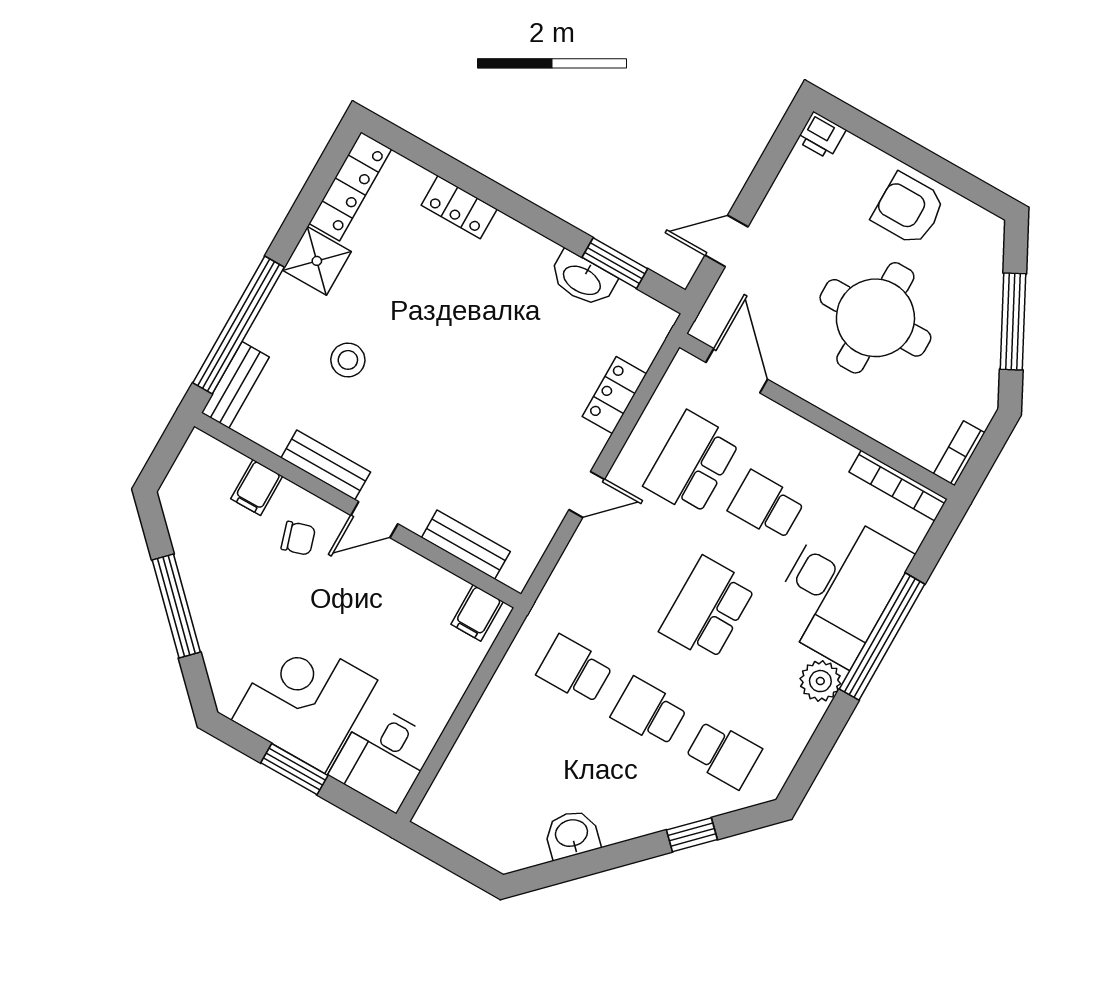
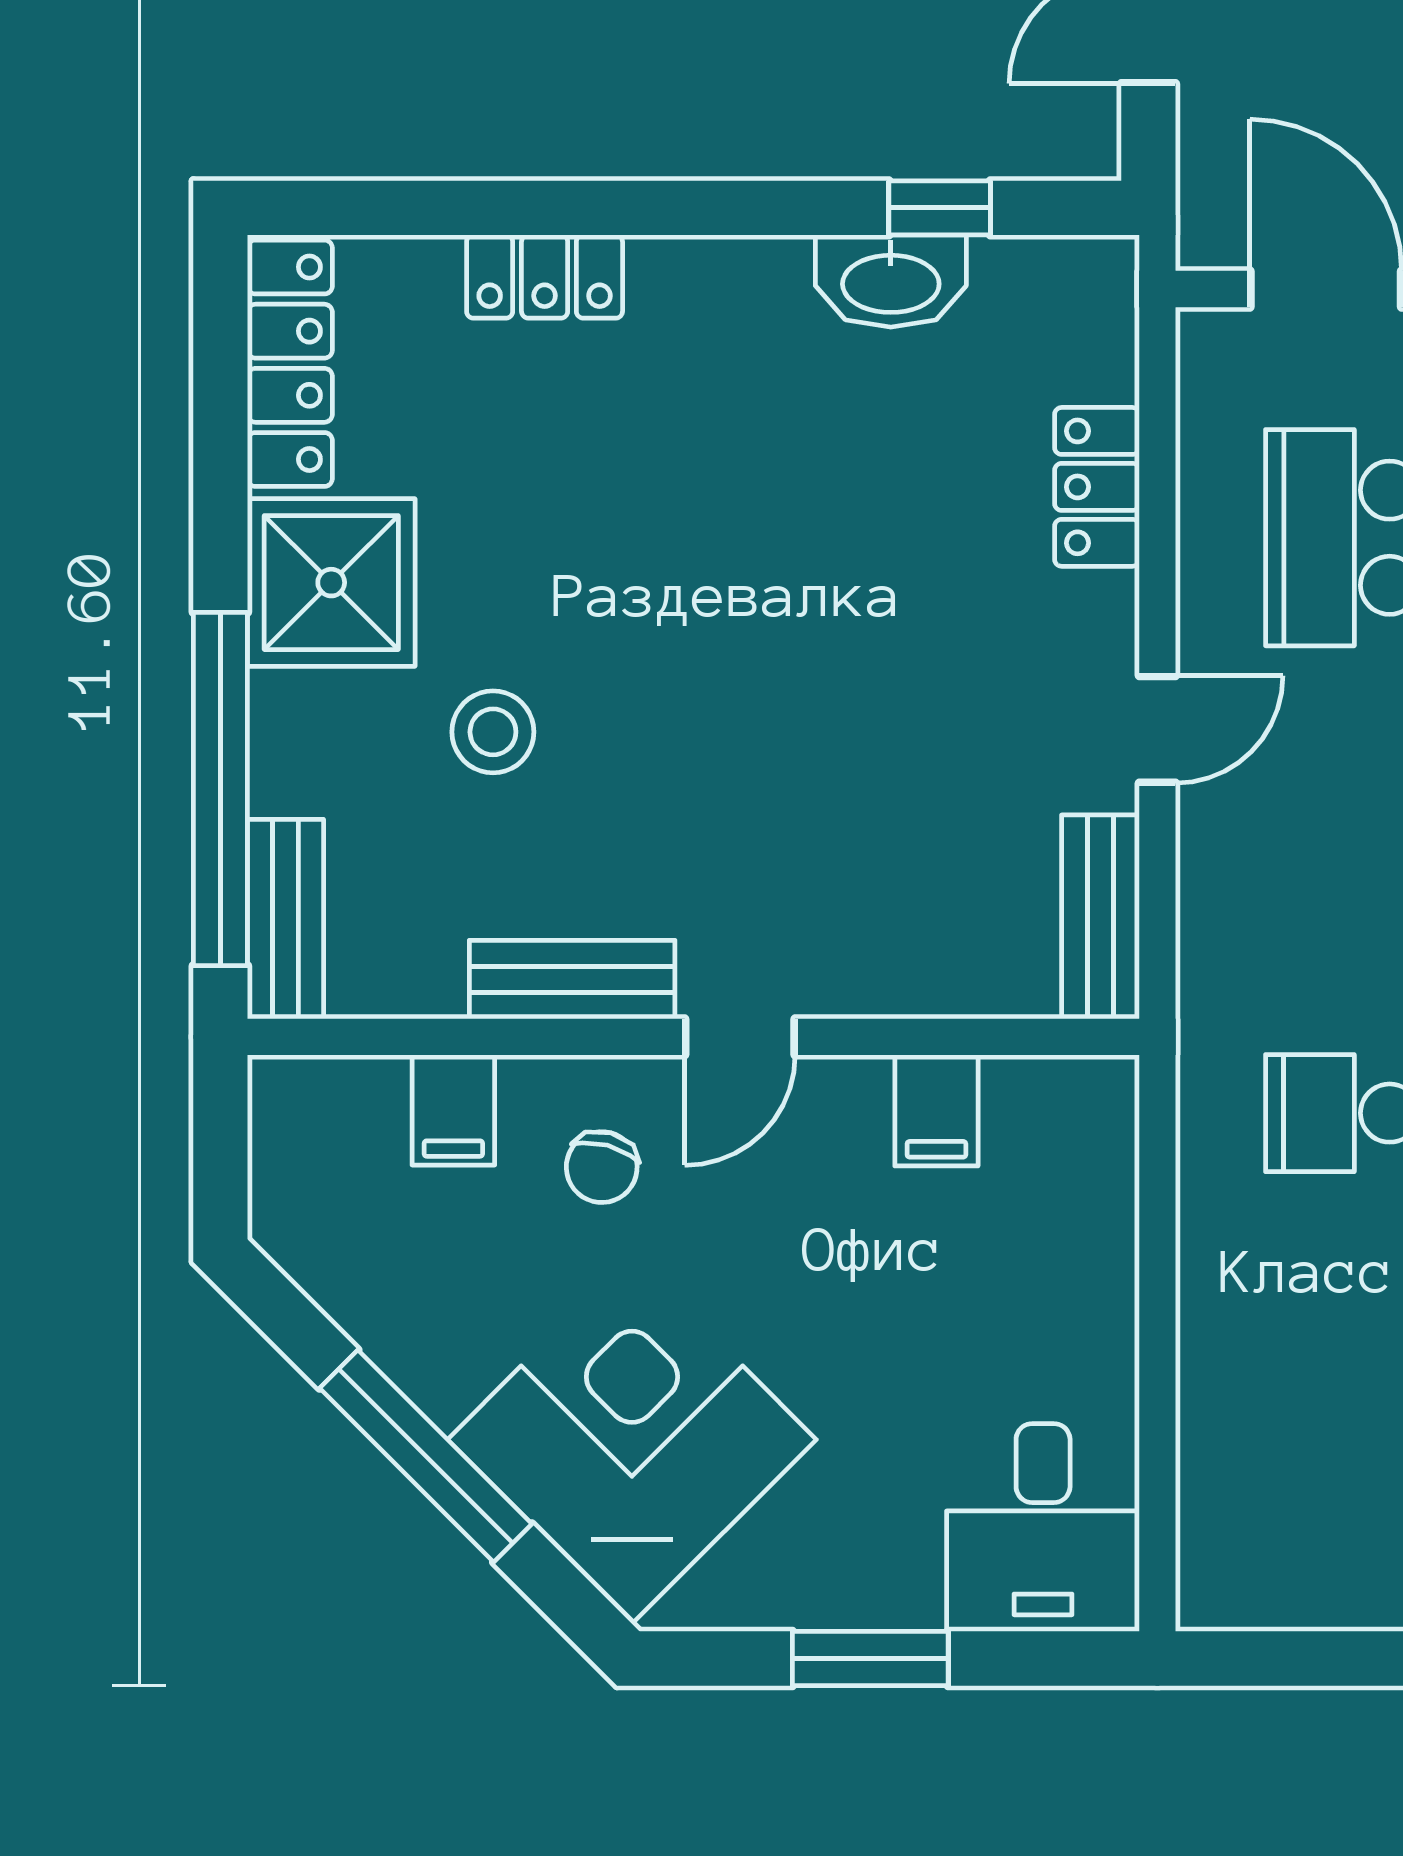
shower: (317, 261) -> (331, 583), width x1.36, depth x1.36
window: (615, 263) -> (940, 208), width x0.67
chair: (298, 538) -> (602, 1167), turned 122
bench: (466, 545) -> (1100, 917), moved, turned 90
filing cabinet: (477, 613) -> (936, 1110), moved
corner desk: (305, 700) -> (632, 1440), moved, turned 45

